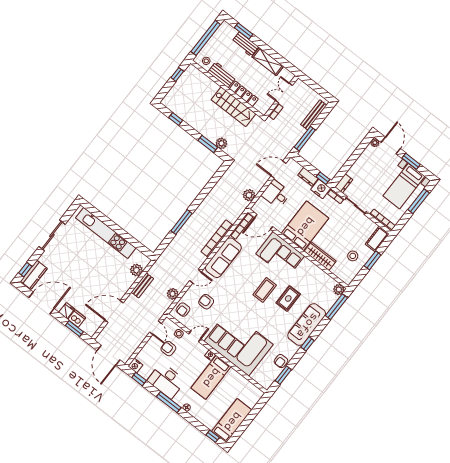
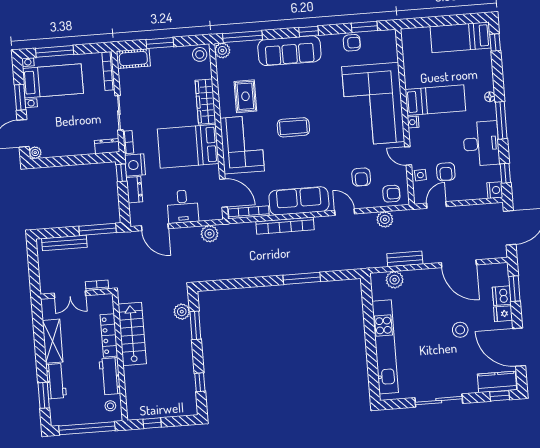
stool: (353, 256) -> (200, 54), moved
stool: (79, 280) -> (460, 330), added
rug: (288, 298) -> (245, 96), moved, turned 90

